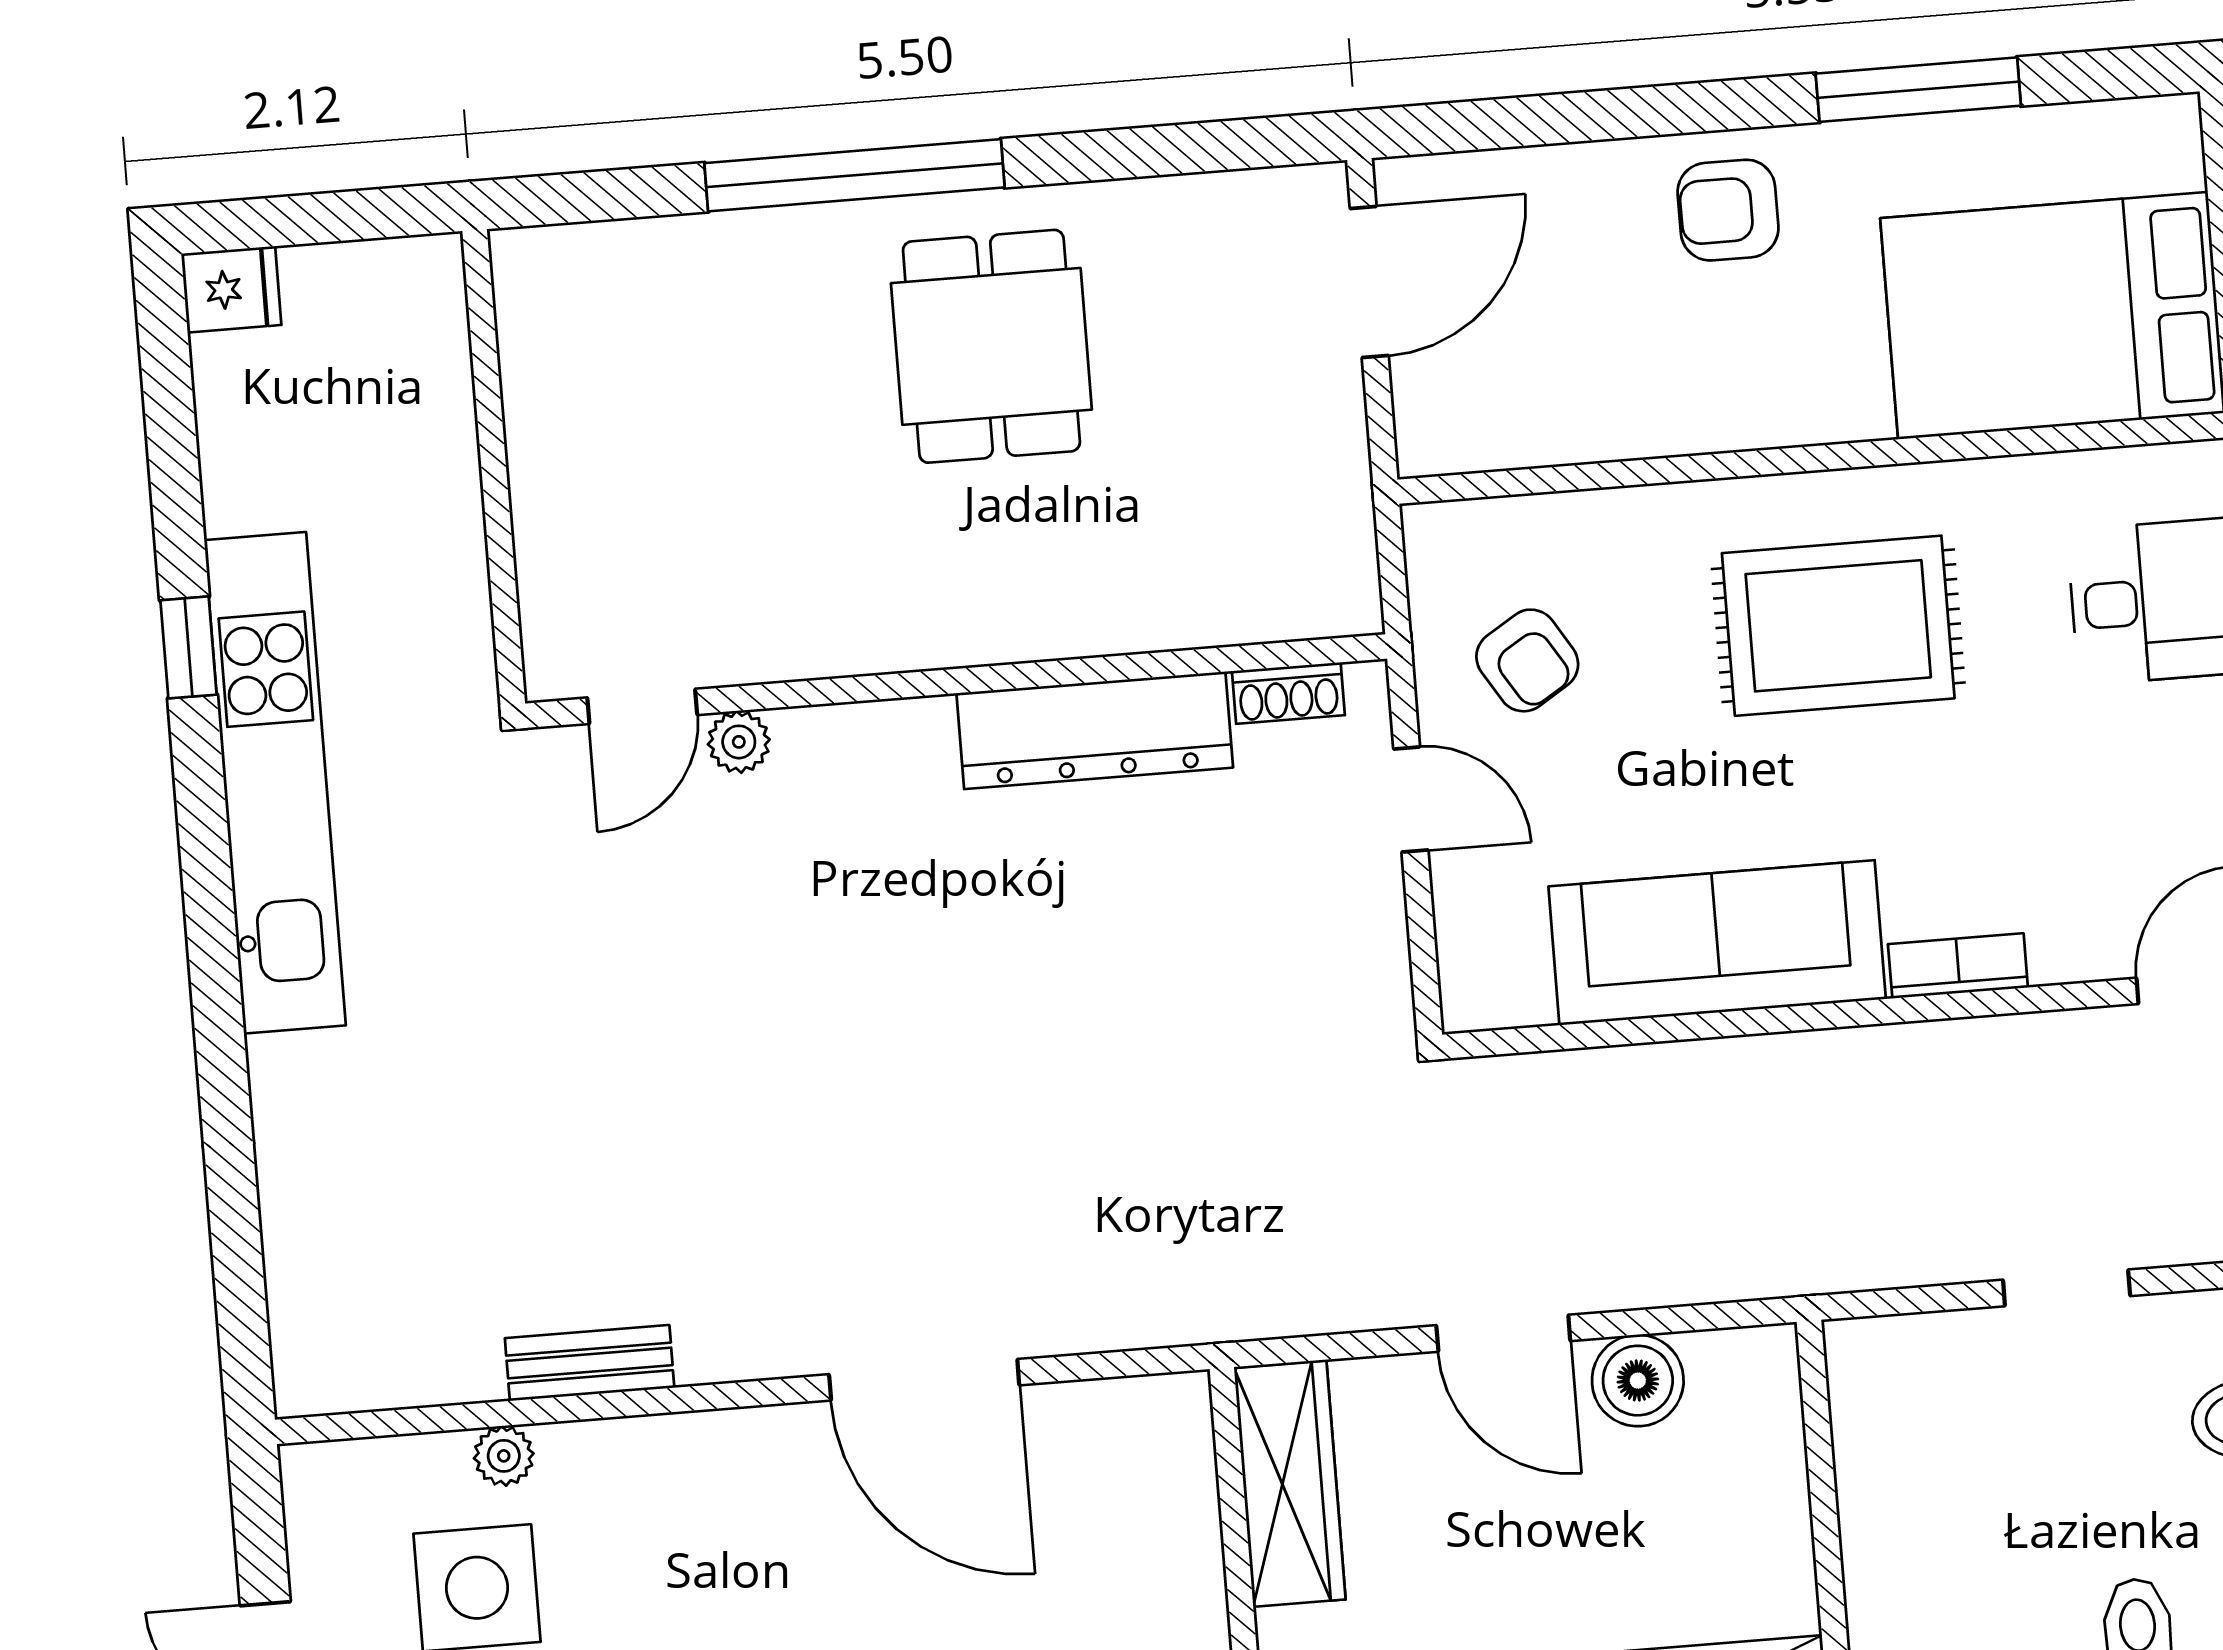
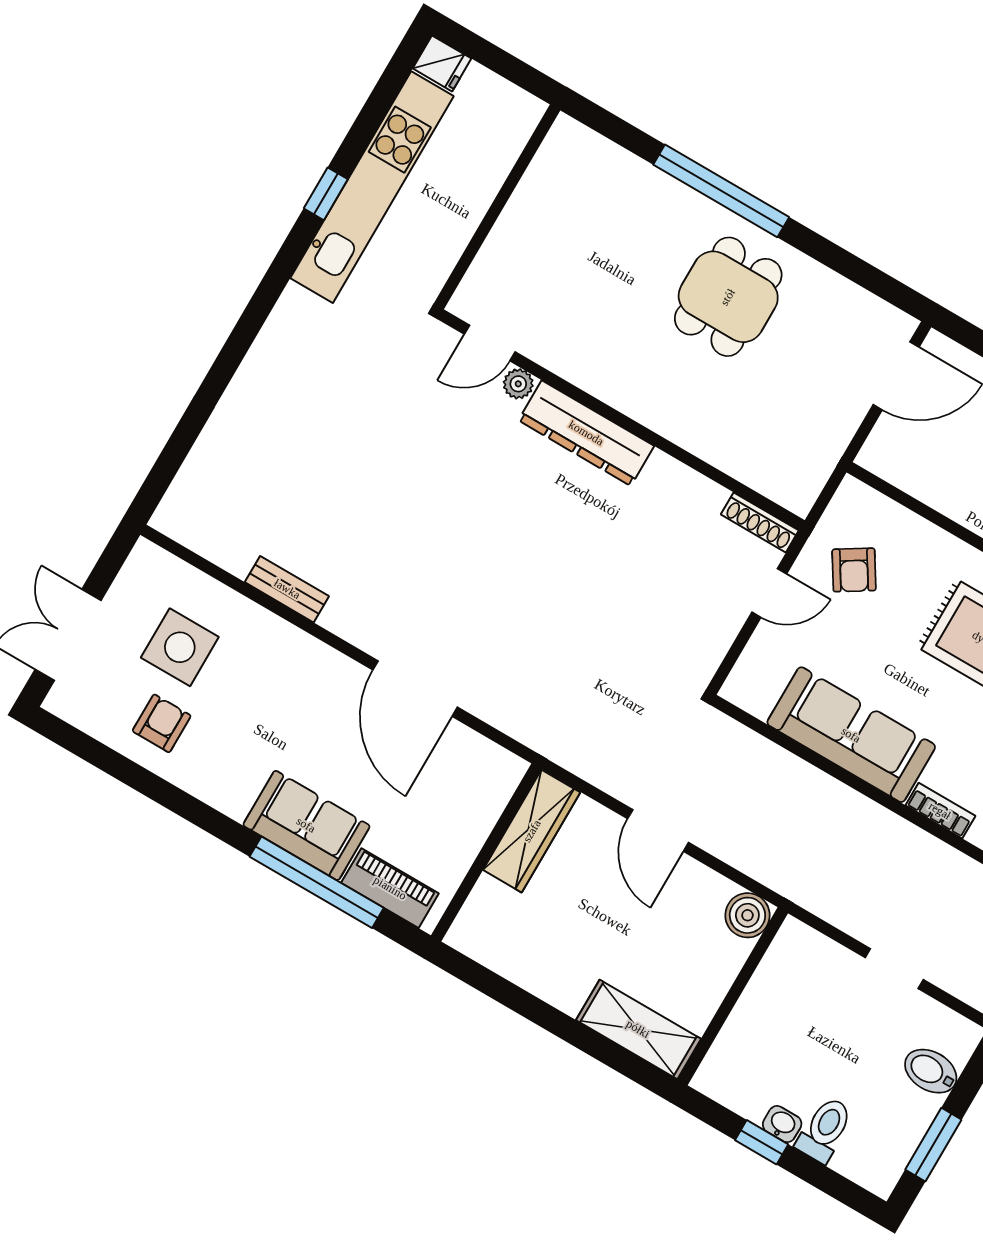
shoe rack: (1288, 693) -> (760, 522), width x1.43
dresser: (1095, 730) -> (586, 433), moved
kitchen unit: (275, 783) -> (372, 187), moved
door: (1411, 800) -> (769, 593), hinge flipped
boiler: (1638, 1381) -> (747, 915), moved
plant: (504, 1456) -> (227, 602), removed

